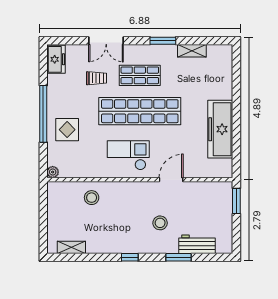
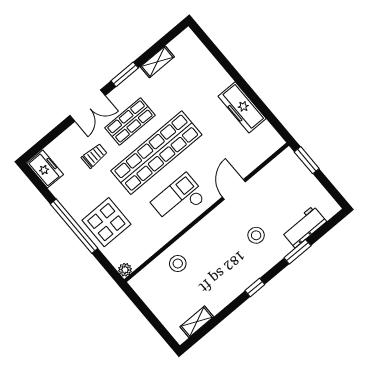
double door: (106, 41) -> (88, 106), moved
freezer: (220, 129) -> (242, 107), width x0.73, depth x0.79
display table: (67, 130) -> (106, 222), width x1.36, depth x1.36

